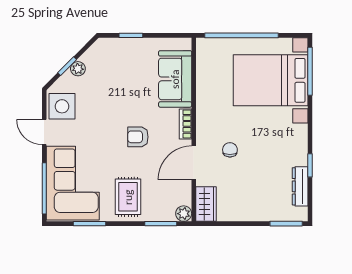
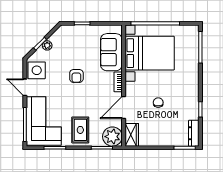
bed with nightstands: (271, 80) -> (150, 53), moved, turned 180
armchair: (138, 137) -> (76, 76), moved, turned -90
chair: (230, 150) -> (158, 103), moved
dresser: (300, 186) -> (194, 133), moved
plant: (184, 214) -> (112, 137), width x1.87, depth x1.87

